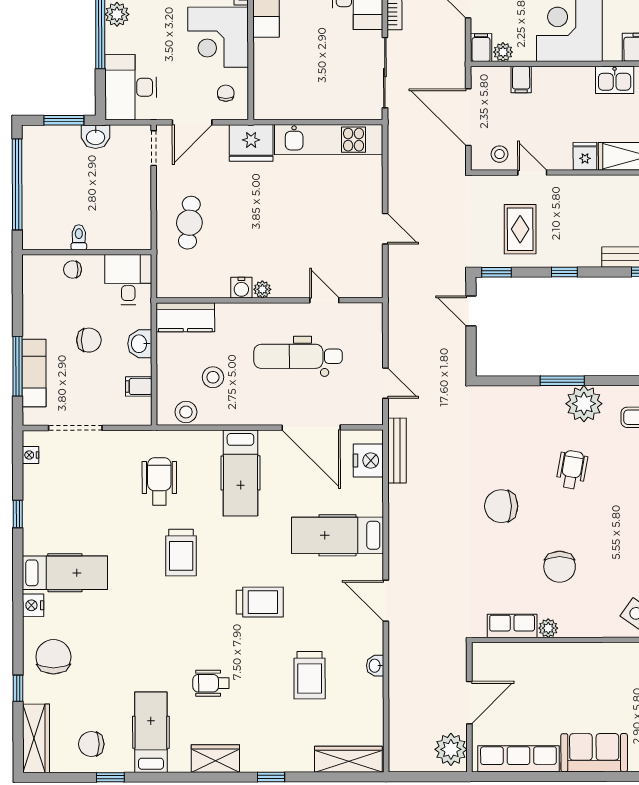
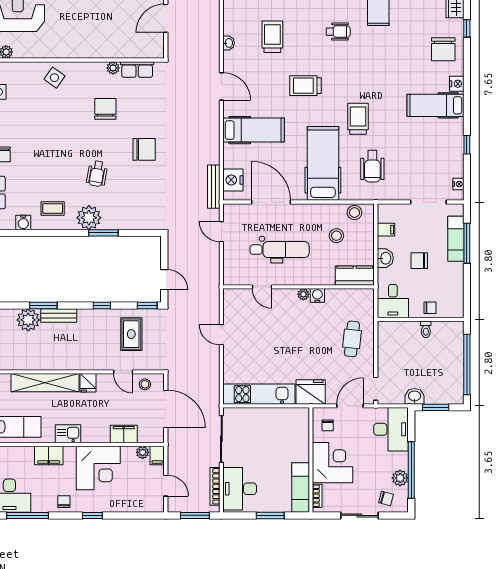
filing cabinet: (521, 80) -> (124, 434), width x2.00
hospital bed: (241, 473) -> (323, 163), width x1.37, depth x1.29

